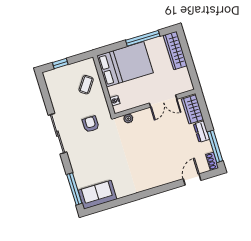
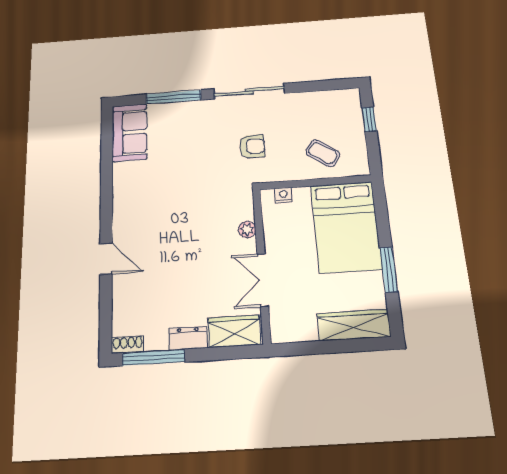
window: (143, 38) -> (389, 270), width x0.69
plant: (128, 119) -> (247, 230), moved
door: (192, 180) -> (106, 259), moved
window: (74, 189) -> (173, 97), moved

